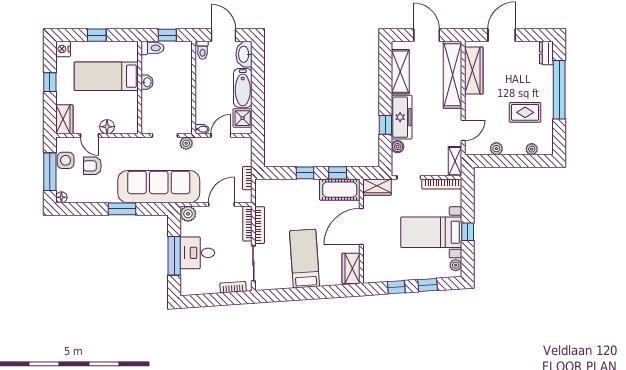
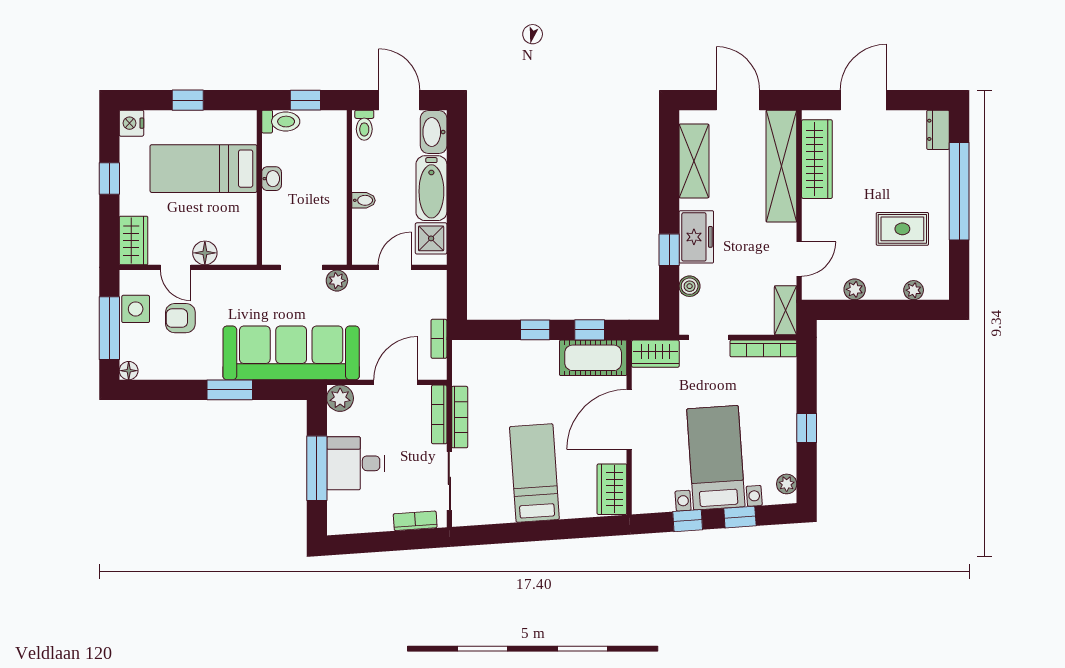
freezer: (402, 117) -> (696, 237), width x0.71
bidet: (202, 129) -> (363, 200), moved
bed with nightstands: (431, 232) -> (716, 458), moved, turned 86

